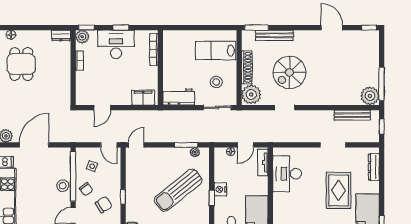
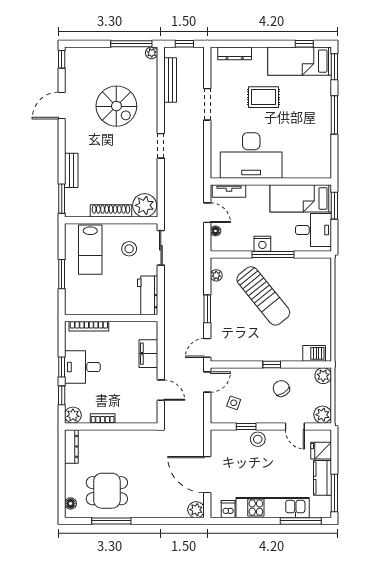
window: (86, 28) -> (62, 395), moved
window: (196, 28) -> (62, 274), added
dresser: (61, 35) -> (71, 446), width x1.44
bench: (274, 35) -> (71, 170), width x0.73
desk: (116, 44) -> (82, 367), width x0.73
spiral stairs: (289, 72) -> (116, 106), moved
plant: (370, 96) -> (152, 53), width x0.53, depth x0.53
filing cabinet: (143, 97) -> (148, 354), moved
doorway: (284, 108) -> (161, 146), moved
door: (136, 145) -> (207, 348), hinge flipped
window: (186, 145) -> (207, 309), moved
desk: (287, 174) -> (251, 155), width x1.36, depth x1.30
window: (73, 176) -> (246, 426), width x0.32
chair: (86, 189) -> (262, 410), removed
rug: (339, 190) -> (264, 97), width x0.73, depth x0.70
window: (212, 198) -> (273, 254), width x2.17

